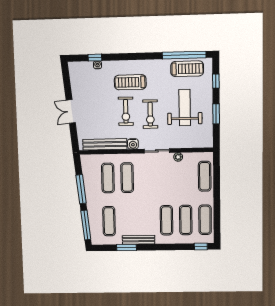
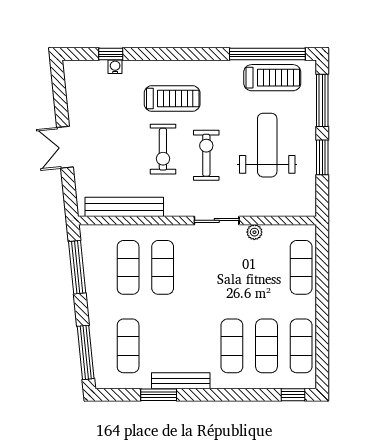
window: (216, 81) -> (322, 100), width x2.17
treadmill: (130, 82) -> (172, 99), turned 180
exercise bike: (150, 114) -> (206, 155), turned 180
water cooler: (133, 144) -> (174, 207), removed
window: (81, 189) -> (77, 267), moved

